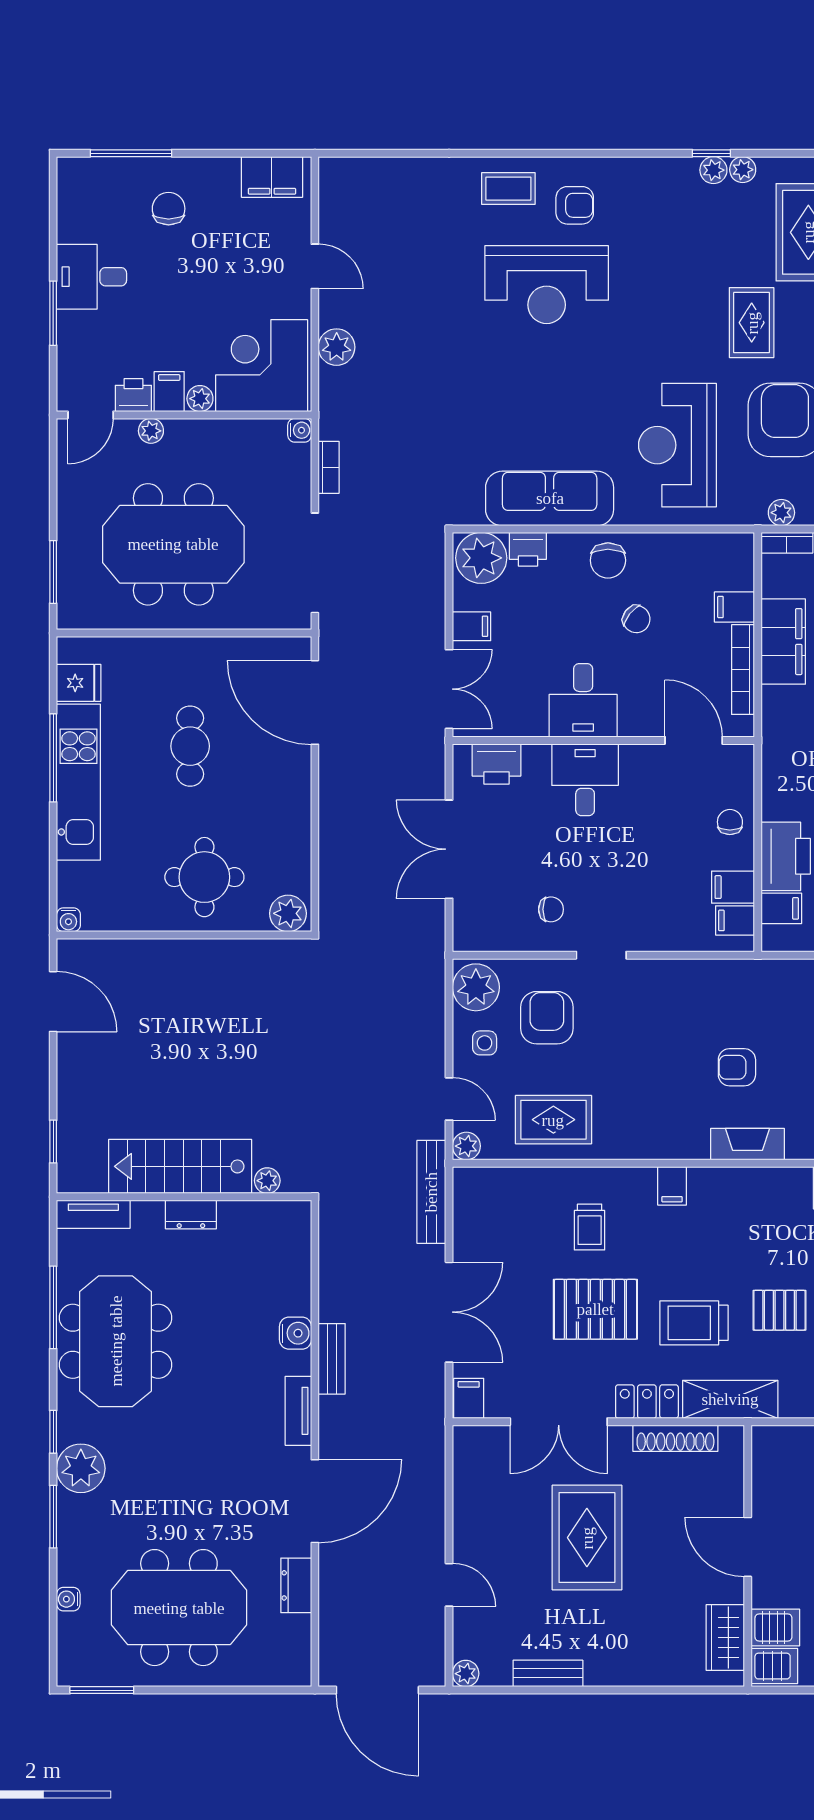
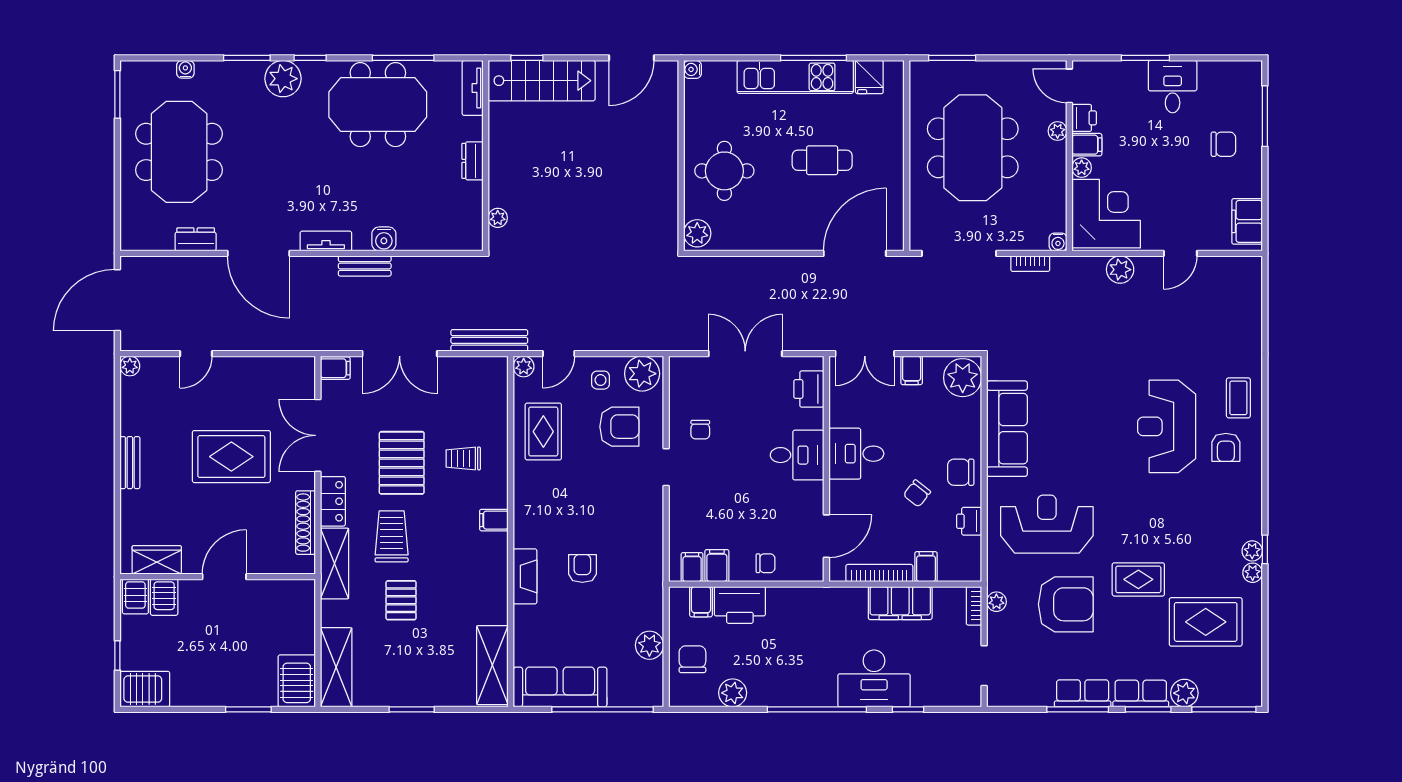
printer: (528, 549) -> (969, 521), moved
stairs: (180, 1166) -> (542, 81), moved, turned 90
bench: (548, 1673) -> (130, 463), moved

